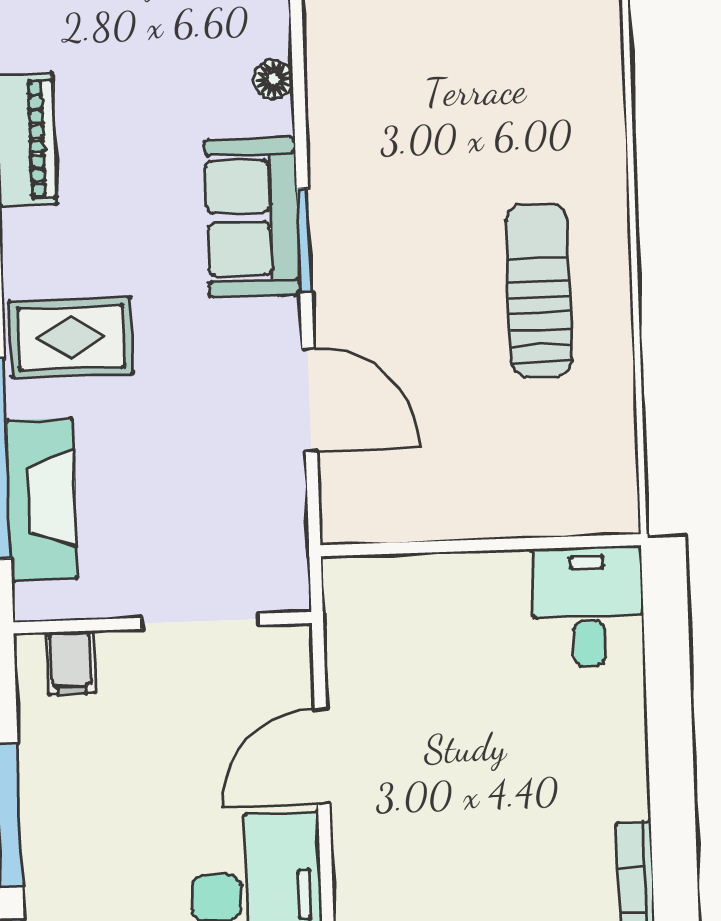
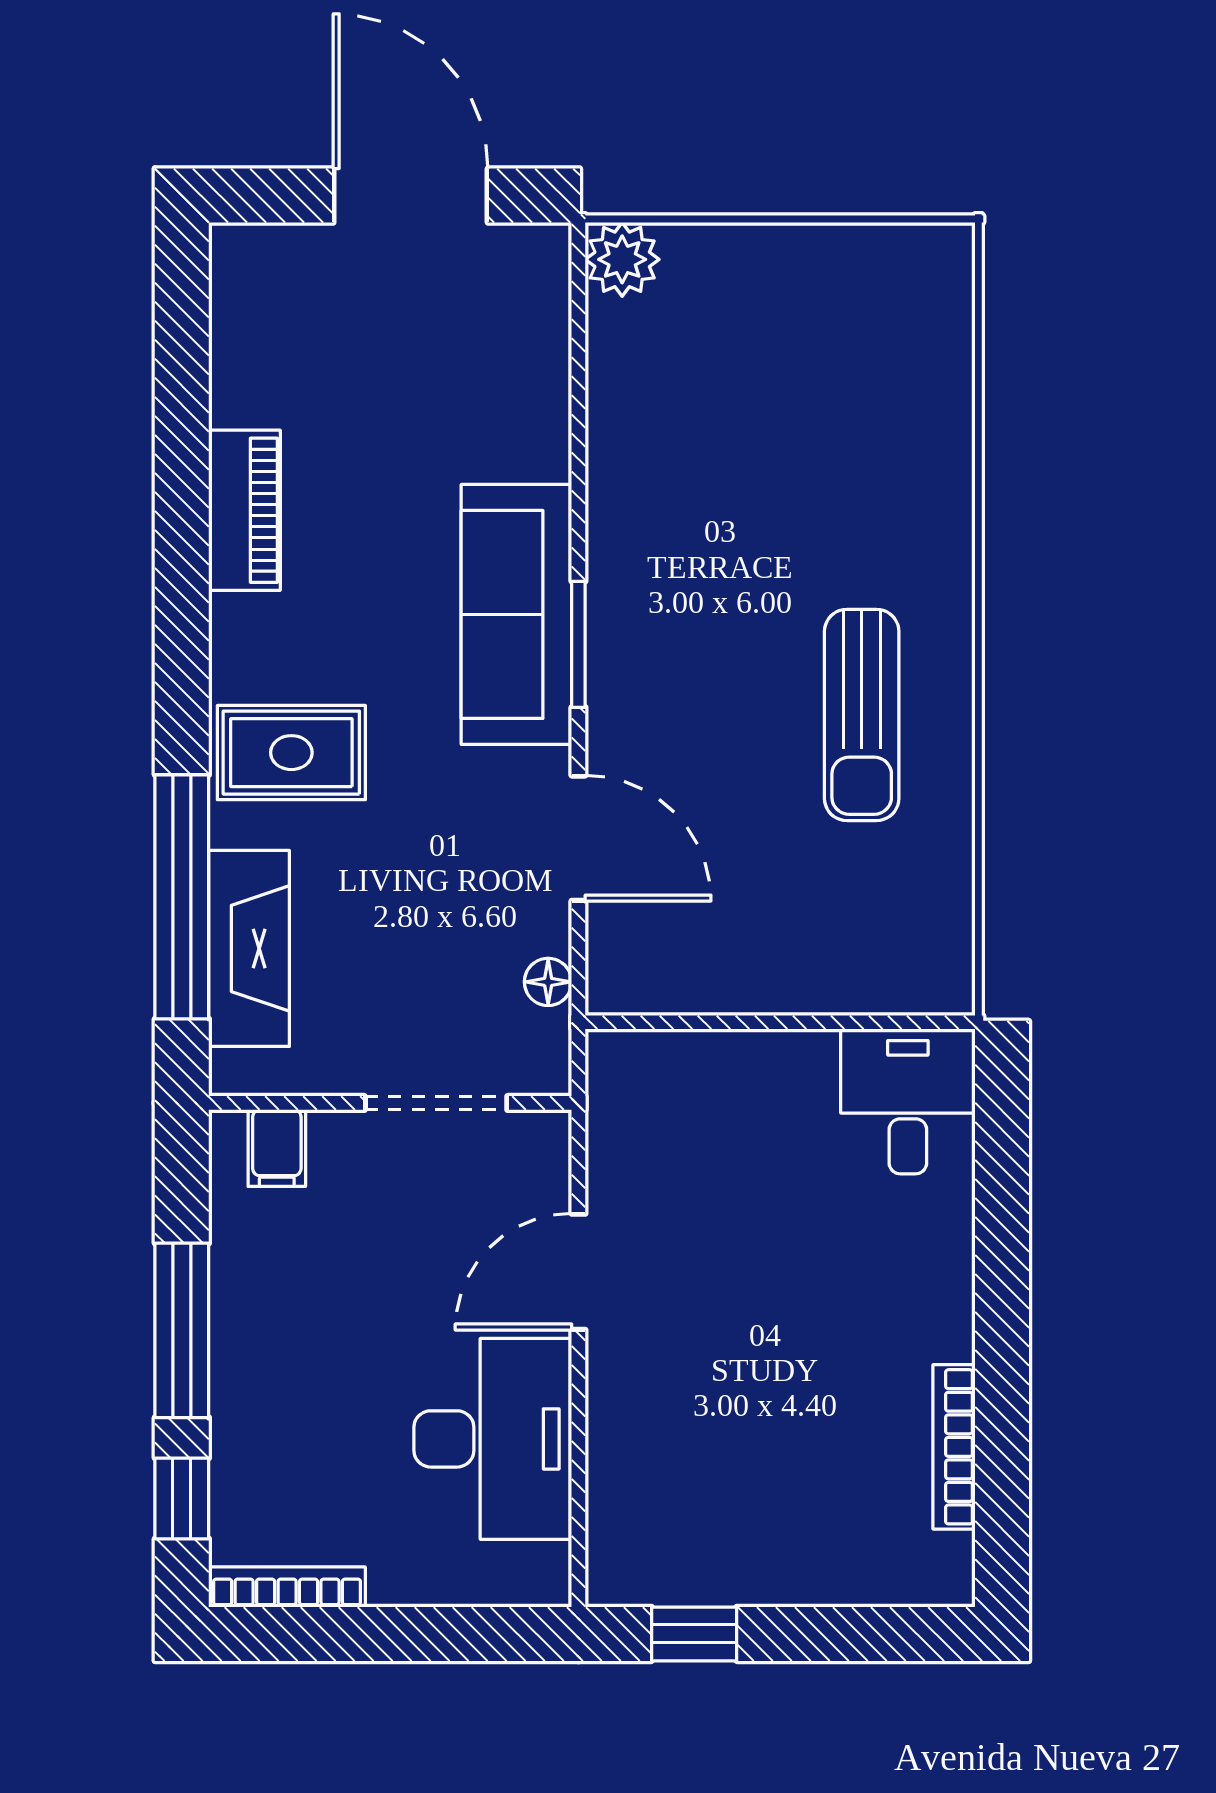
floor lamp: (273, 79) -> (548, 982), moved
sofa: (252, 217) -> (516, 614), width x1.36
sun lounger: (539, 290) -> (862, 715), turned 180

